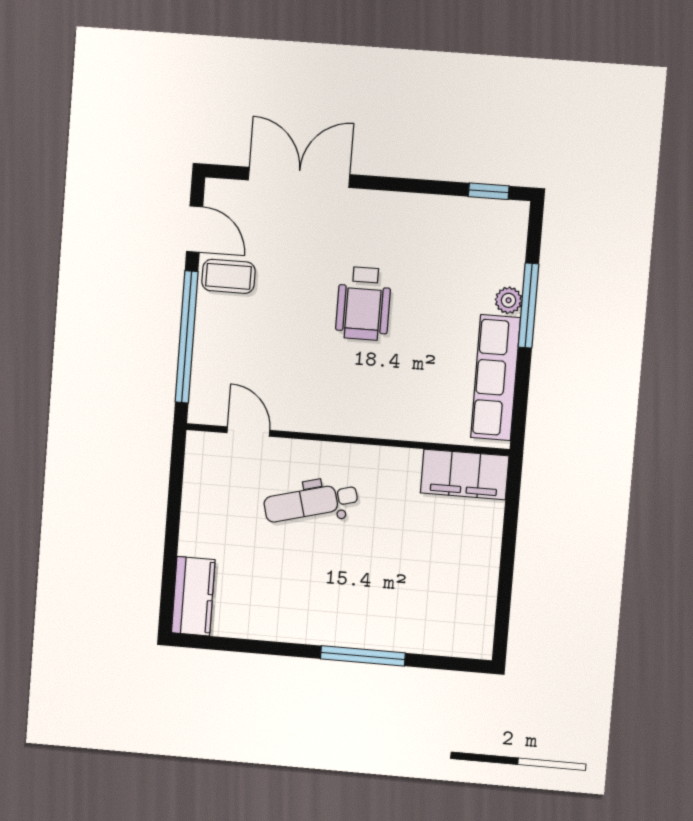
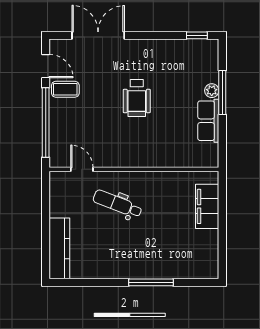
row of seats: (496, 378) -> (208, 121), width x0.68
filing cabinet: (465, 474) -> (207, 206), moved, turned 90
dental chair: (311, 502) -> (117, 204), turned 36
kitchen counter: (193, 596) -> (59, 248), width x1.50

